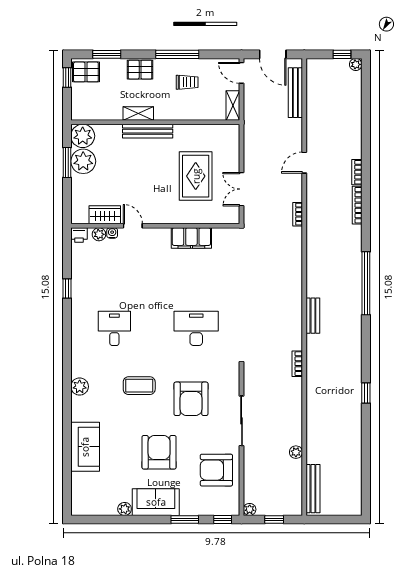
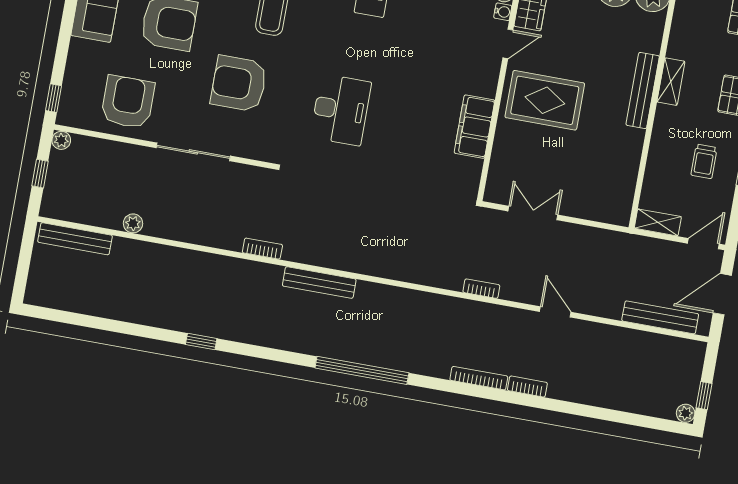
rug: (196, 176) -> (545, 100), moved
bench: (313, 316) -> (319, 283), width x1.36
window: (185, 520) -> (64, 43), removed

